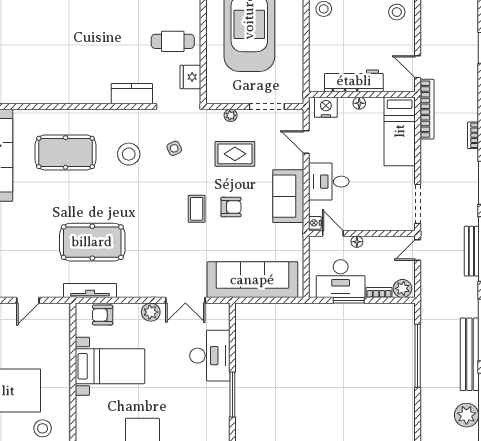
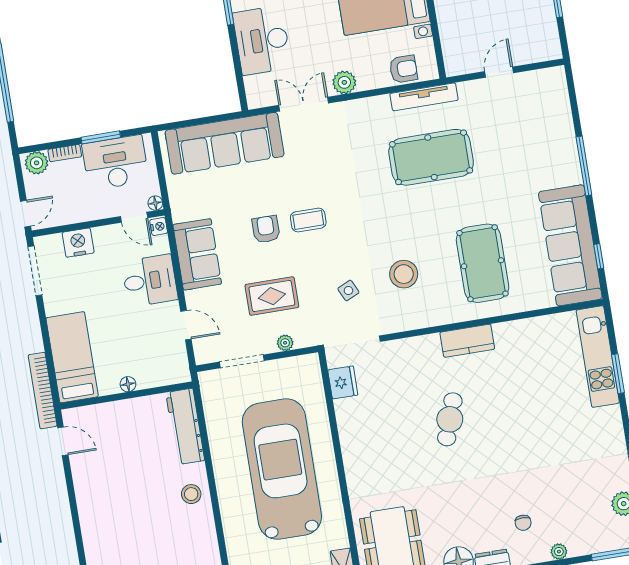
stool: (397, 12) -> (100, 505), removed
cafe table: (173, 41) -> (450, 419), moved, turned -71
workbench: (354, 81) -> (185, 426), moved, turned 90
kitchen counter: (132, 94) -> (467, 341), moved
nightstand: (326, 107) -> (78, 243), moved, turned 180
pool table: (66, 152) -> (483, 263), turned 90
armchair: (231, 207) -> (266, 229), turned 90
coffee table: (197, 209) -> (308, 220), turned 90
floor lamp: (357, 242) -> (155, 203), moved

